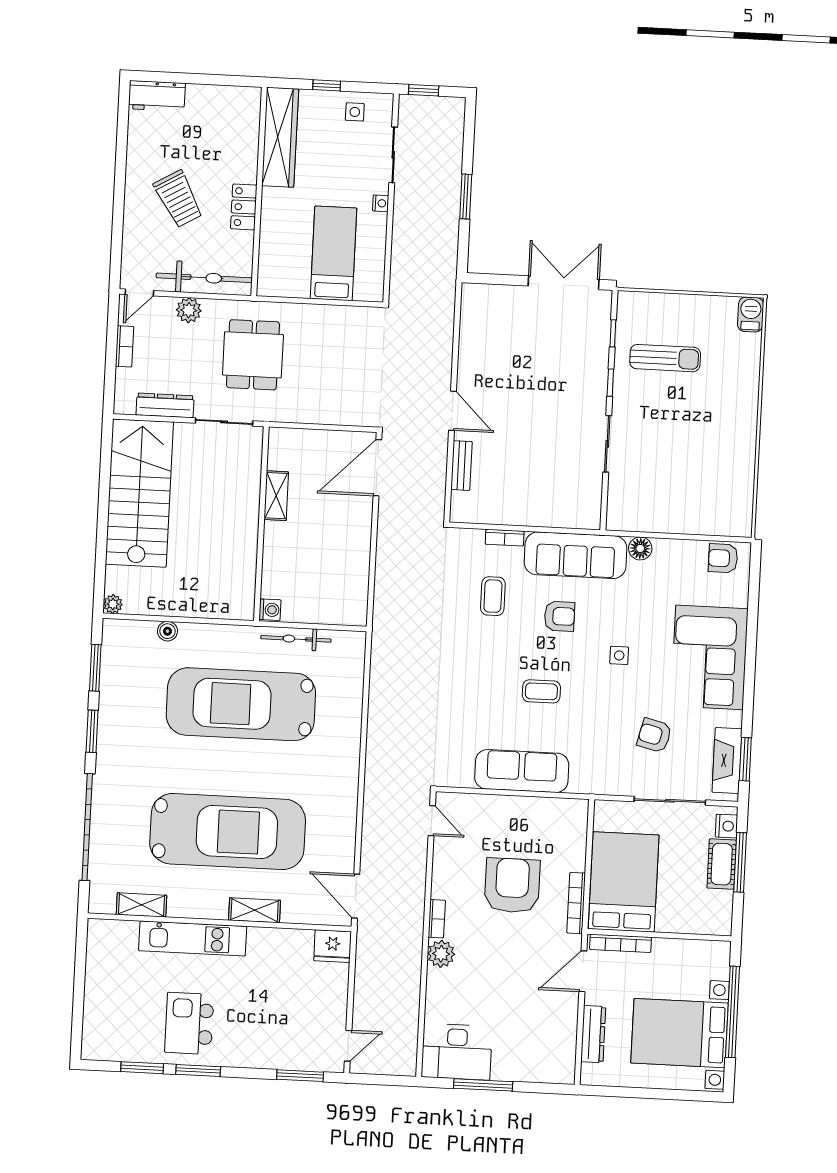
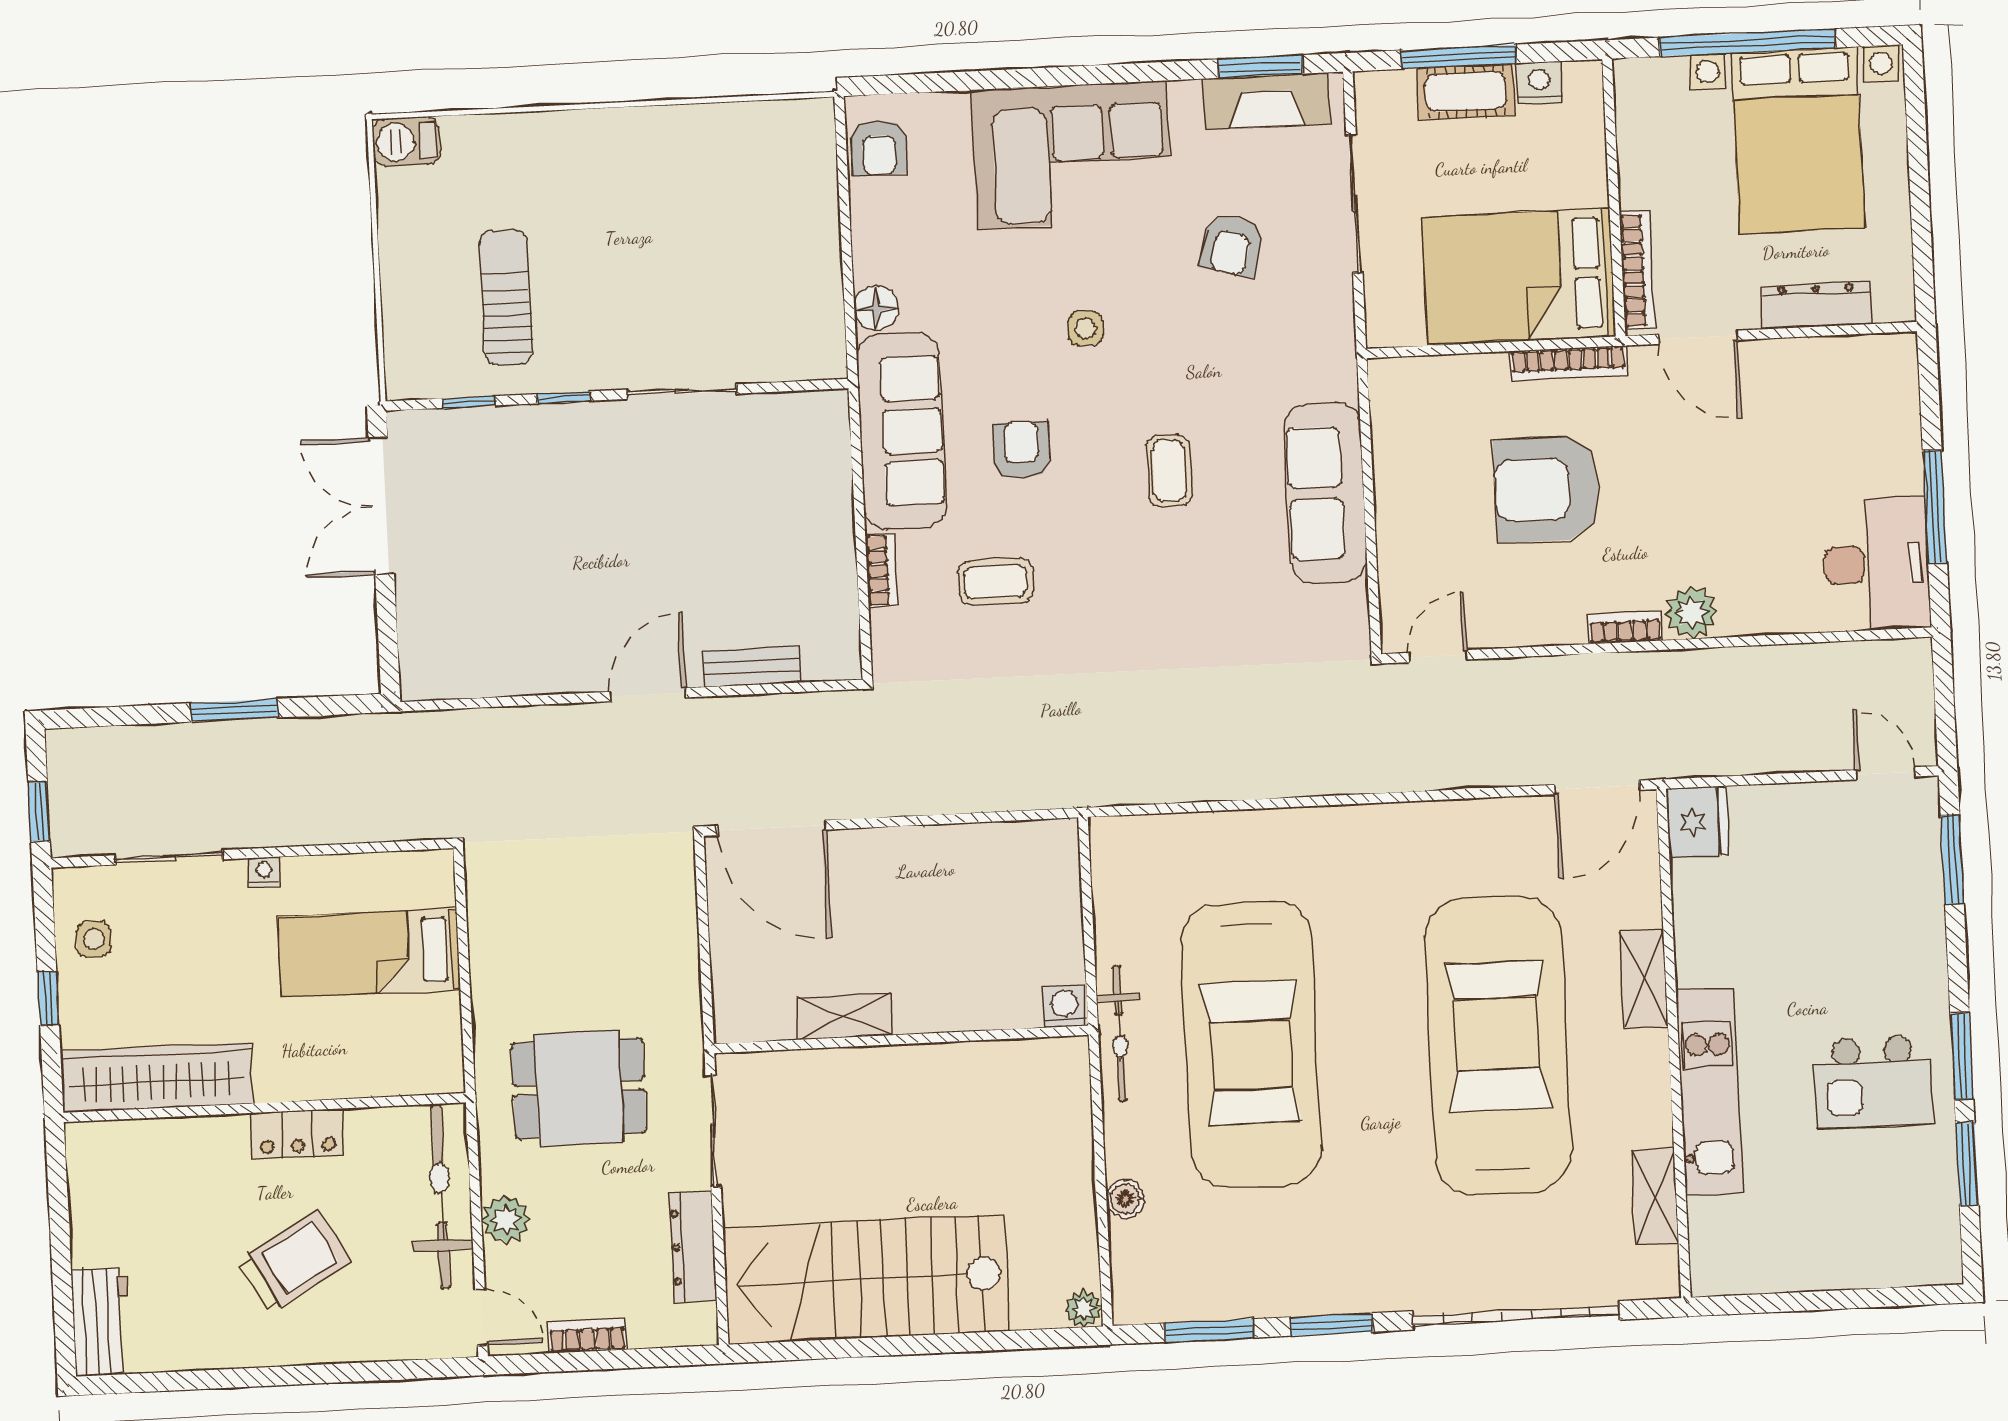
bicycle: (296, 639) -> (1120, 1033), moved
nightstand: (726, 826) -> (1539, 83), moved

